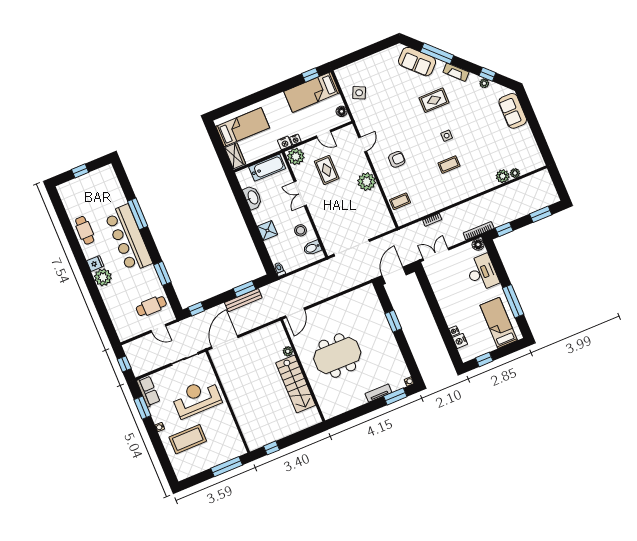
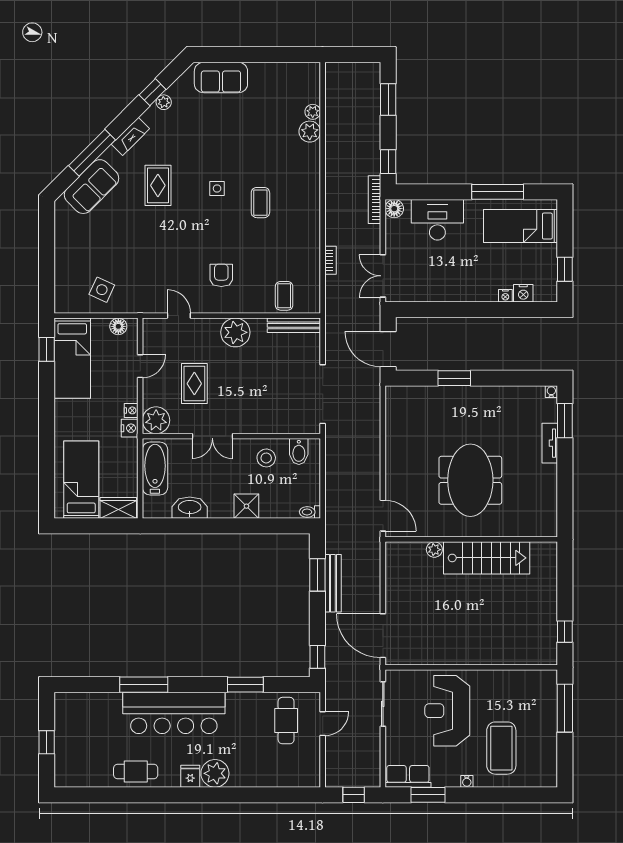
rug: (327, 170) -> (194, 384), turned 90
bench: (385, 214) -> (294, 325), added

